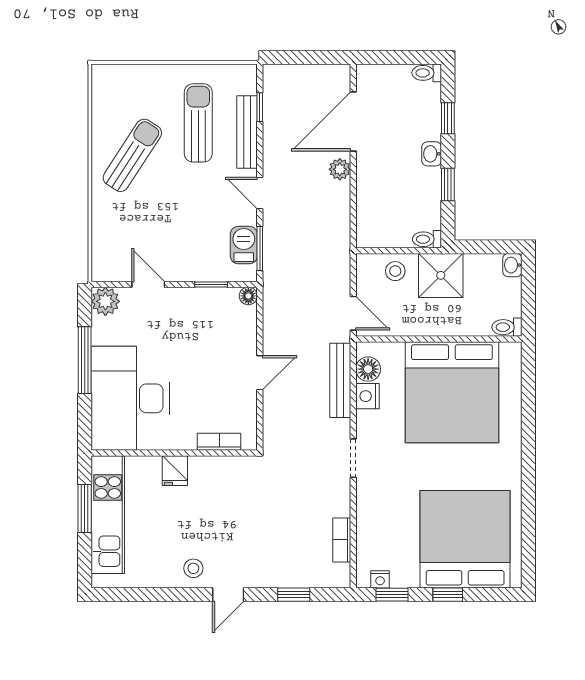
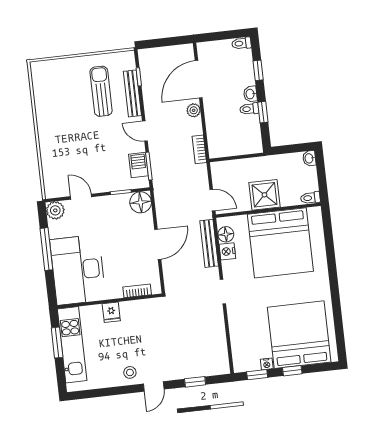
sun lounger: (132, 155) -> (62, 116), removed
toilet: (427, 239) -> (249, 109), moved
stool: (395, 271) -> (236, 171), removed
shower: (441, 275) -> (264, 195), moved
floor lamp: (248, 296) -> (141, 202), width x1.89, depth x1.89
door: (260, 373) -> (158, 244), width x1.38
bookcase: (342, 540) -> (199, 149), moved
nightstand: (380, 579) -> (267, 364), moved

